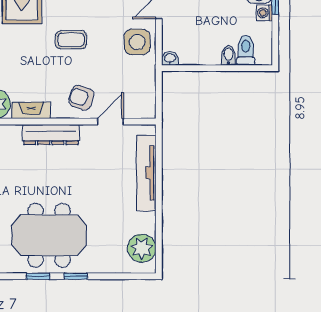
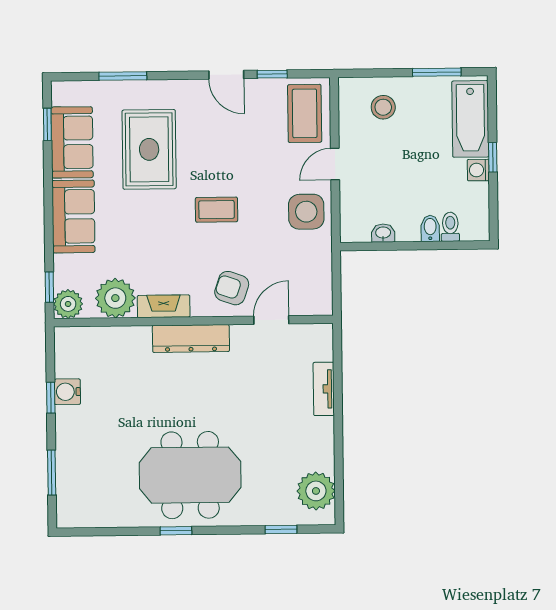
toilet: (246, 50) -> (450, 227), width x0.73, depth x0.72
washbasin: (170, 58) -> (383, 233), moved
tv unit: (146, 173) -> (324, 389), width x0.52, depth x0.78
window: (76, 276) -> (281, 529), moved

